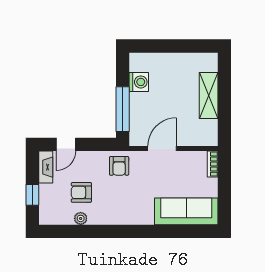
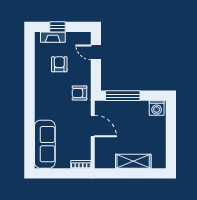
washing machine: (139, 82) -> (157, 108), moved
fireplace: (46, 167) -> (53, 37), moved
plant: (81, 218) -> (39, 64), removed

